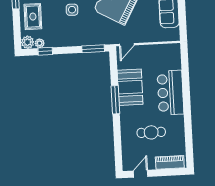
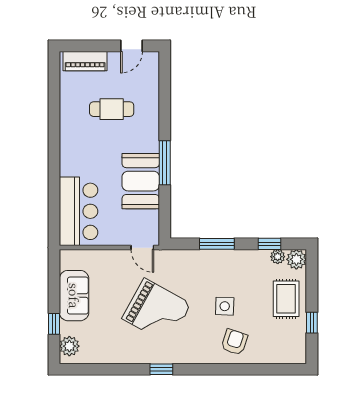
door: (127, 45) -> (142, 248), swing flipped
window: (93, 49) -> (217, 244), moved
bar counter: (170, 93) -> (79, 211), moved

